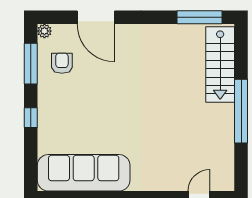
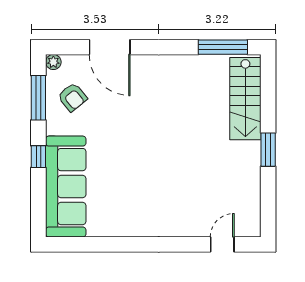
armchair: (62, 63) -> (72, 97), turned 141
window: (241, 111) -> (268, 150), width x0.47
sofa: (84, 173) -> (66, 187), moved, turned 90

